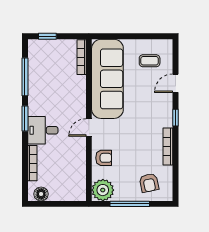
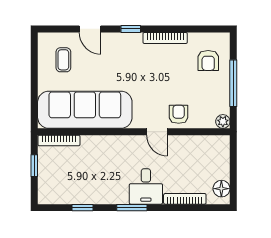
window: (47, 36) -> (34, 166), moved
window: (25, 77) -> (82, 208), width x0.46
door: (89, 128) -> (157, 132), moved
armchair: (149, 183) -> (208, 60), turned 102
plant: (103, 190) -> (223, 121), width x0.53, depth x0.53

